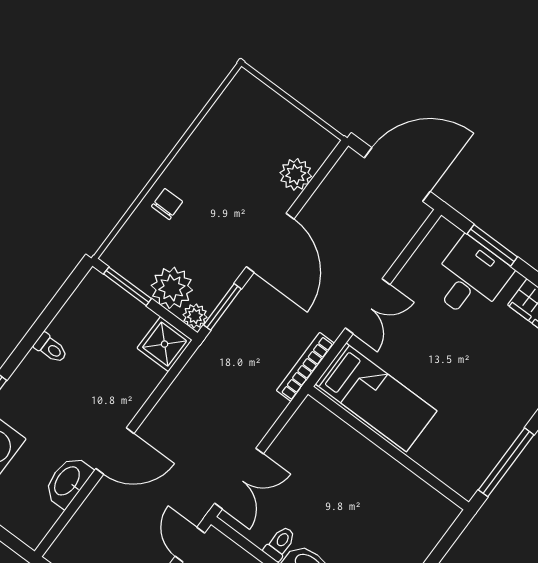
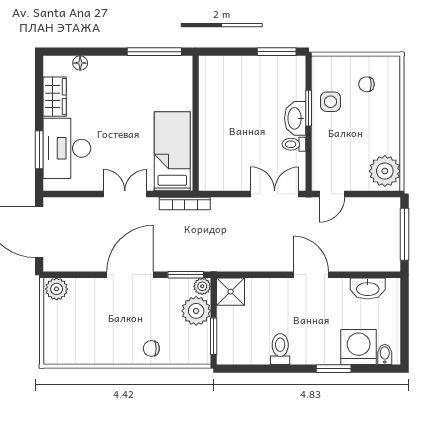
plant: (296, 174) -> (57, 289), moved
desk: (470, 279) -> (67, 148), width x1.37
toilet: (51, 348) -> (280, 349), width x1.37, depth x1.39
washbasin: (68, 481) -> (368, 288), moved

